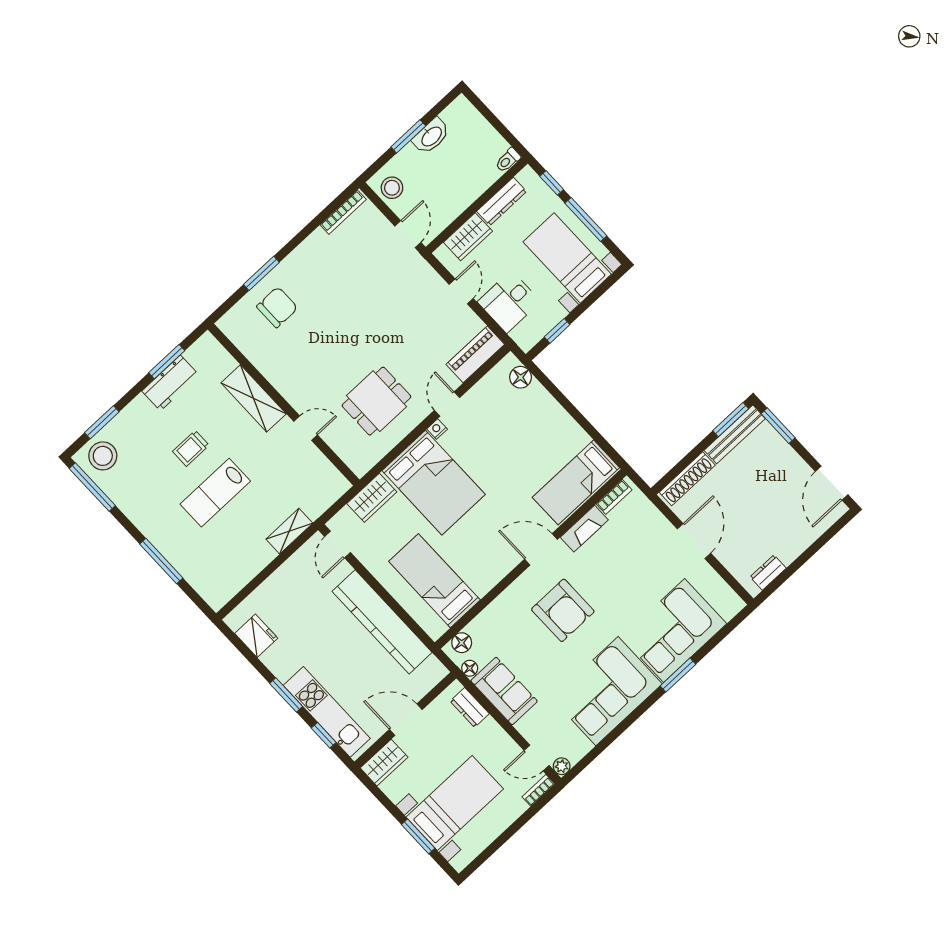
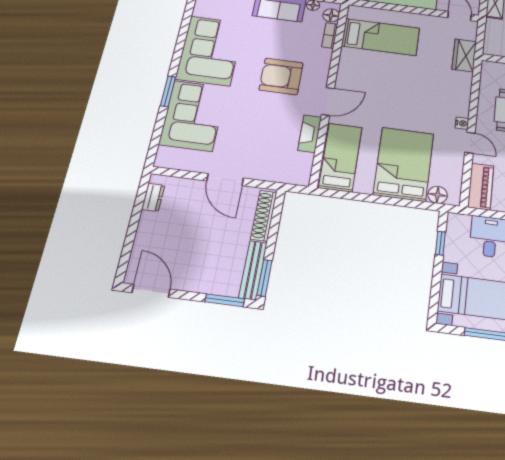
bed: (434, 483) -> (404, 164), moved, turned 90
bookcase: (614, 497) -> (330, 35), moved

